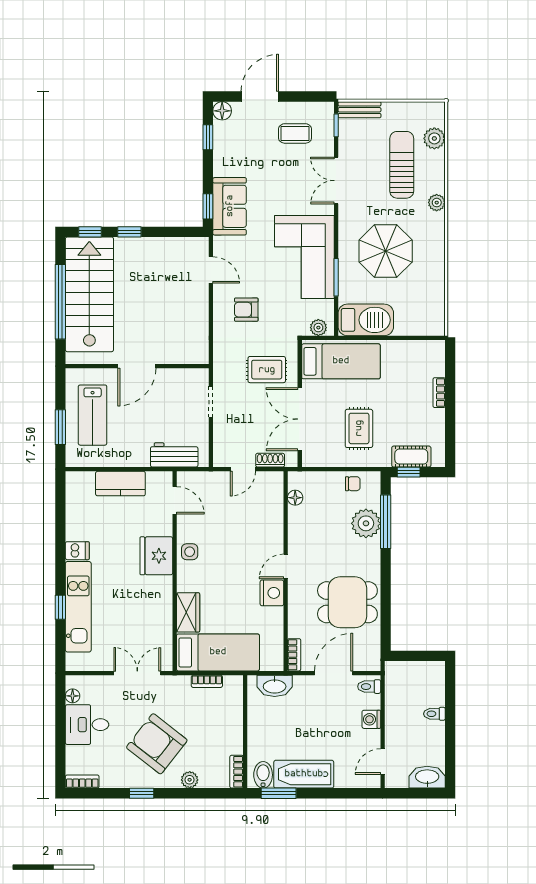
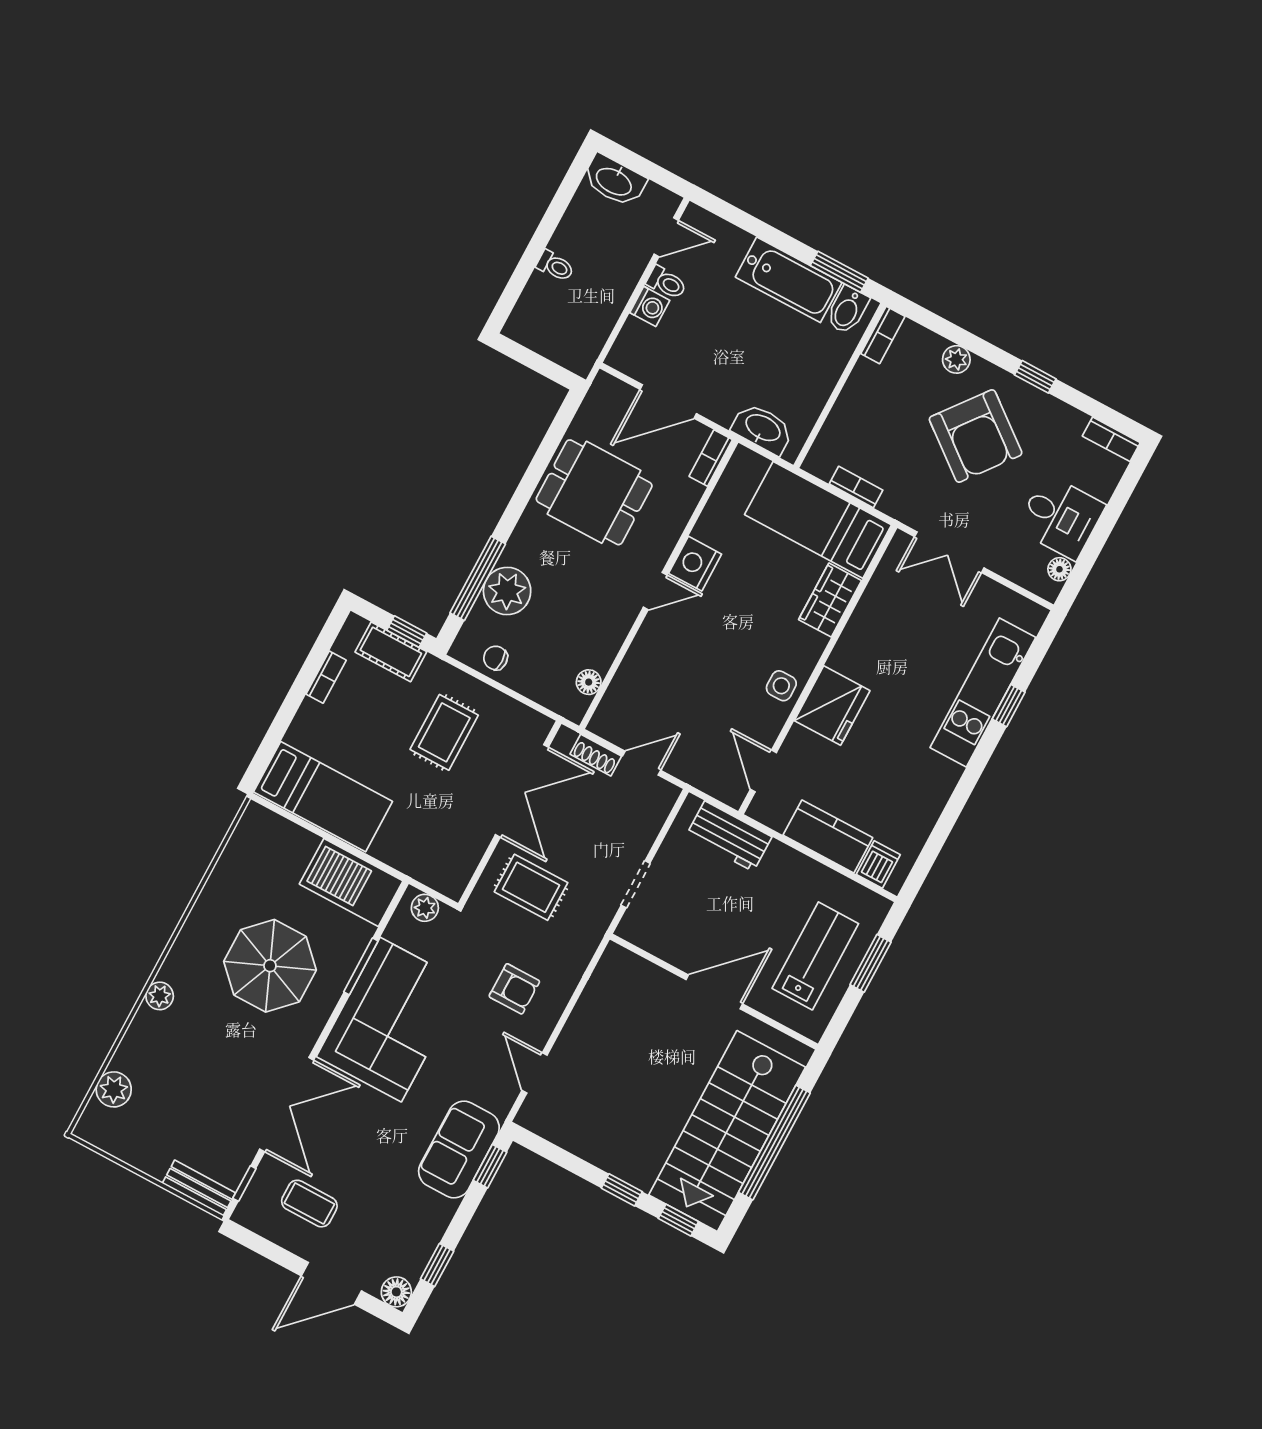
sun lounger: (402, 165) -> (181, 1077), removed
double door: (336, 181) -> (287, 1105), width x1.37
bed: (341, 361) -> (323, 797), moved, turned 180
bookcase: (439, 393) -> (326, 677), moved
dishwasher: (77, 551) -> (878, 865), moved, turned 90
toilet: (369, 687) -> (666, 283), moved

